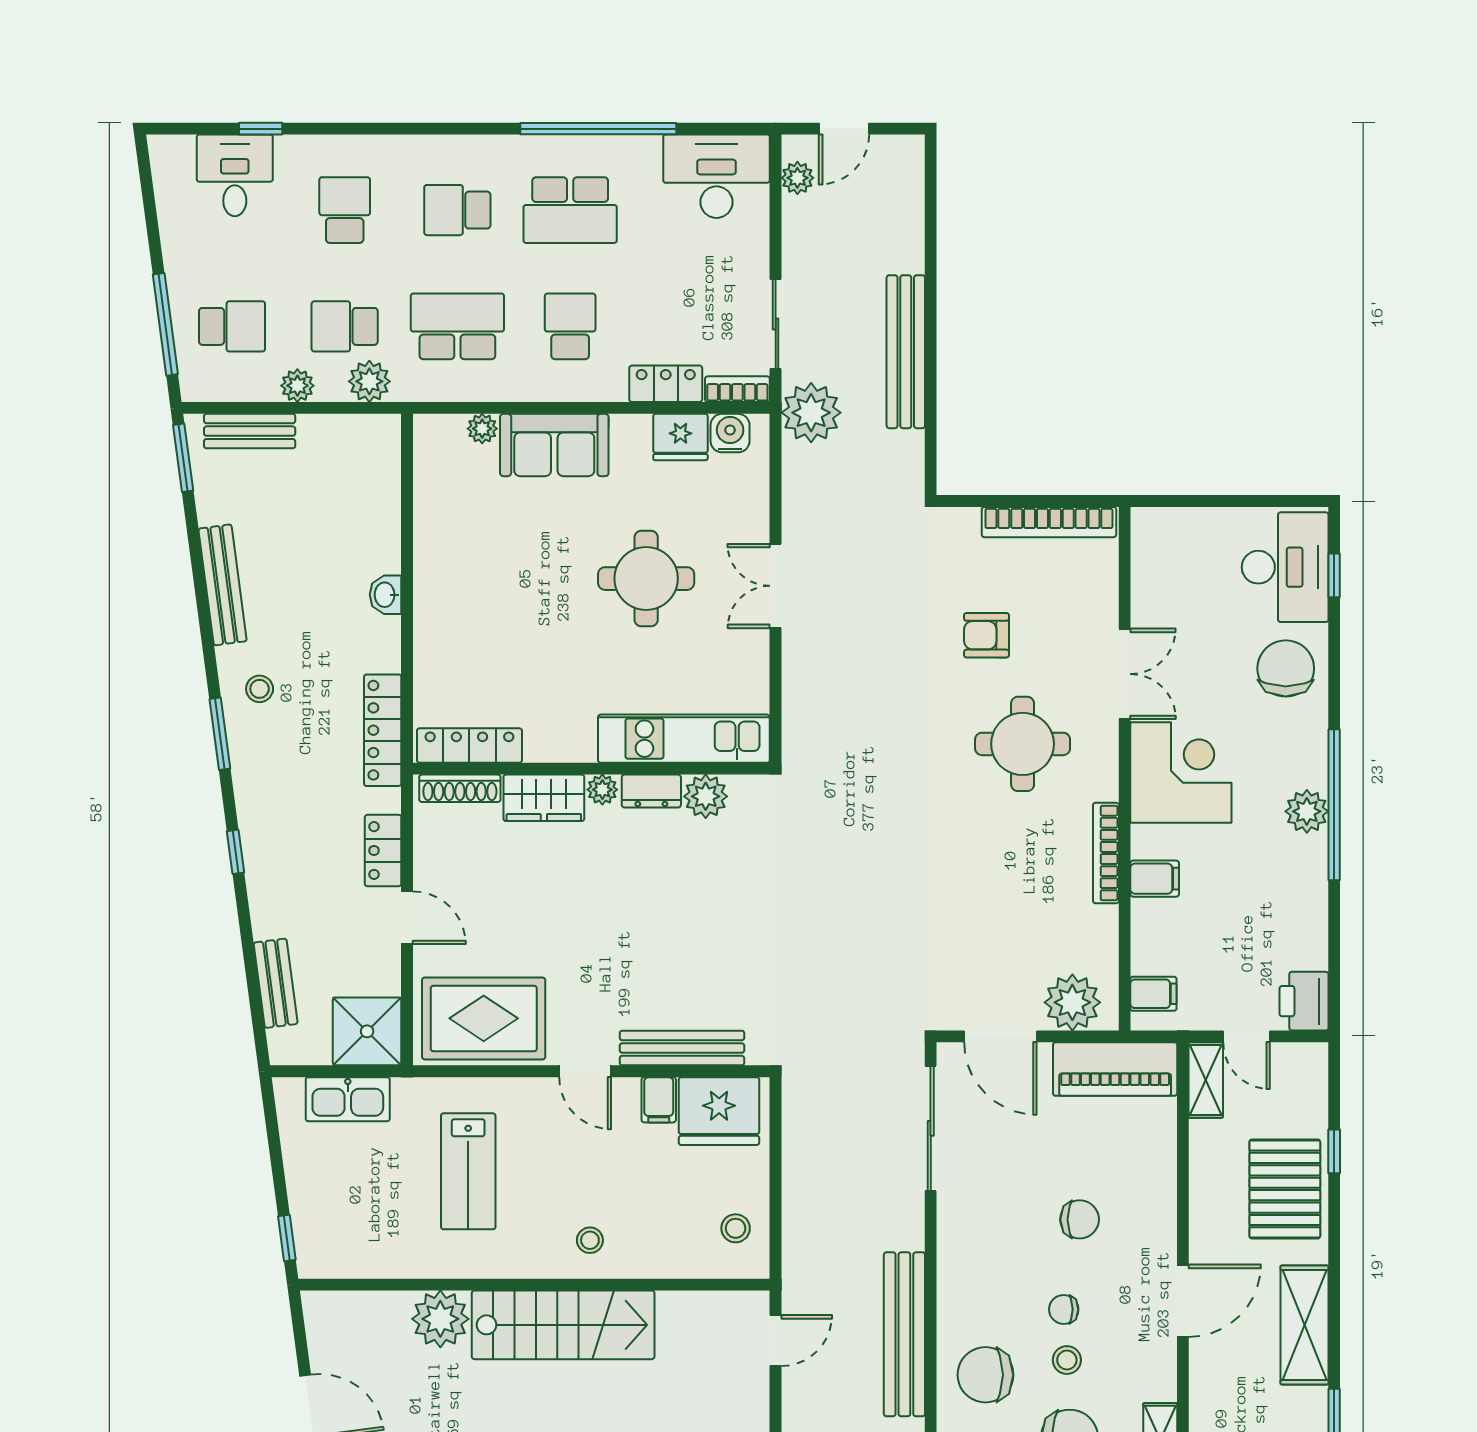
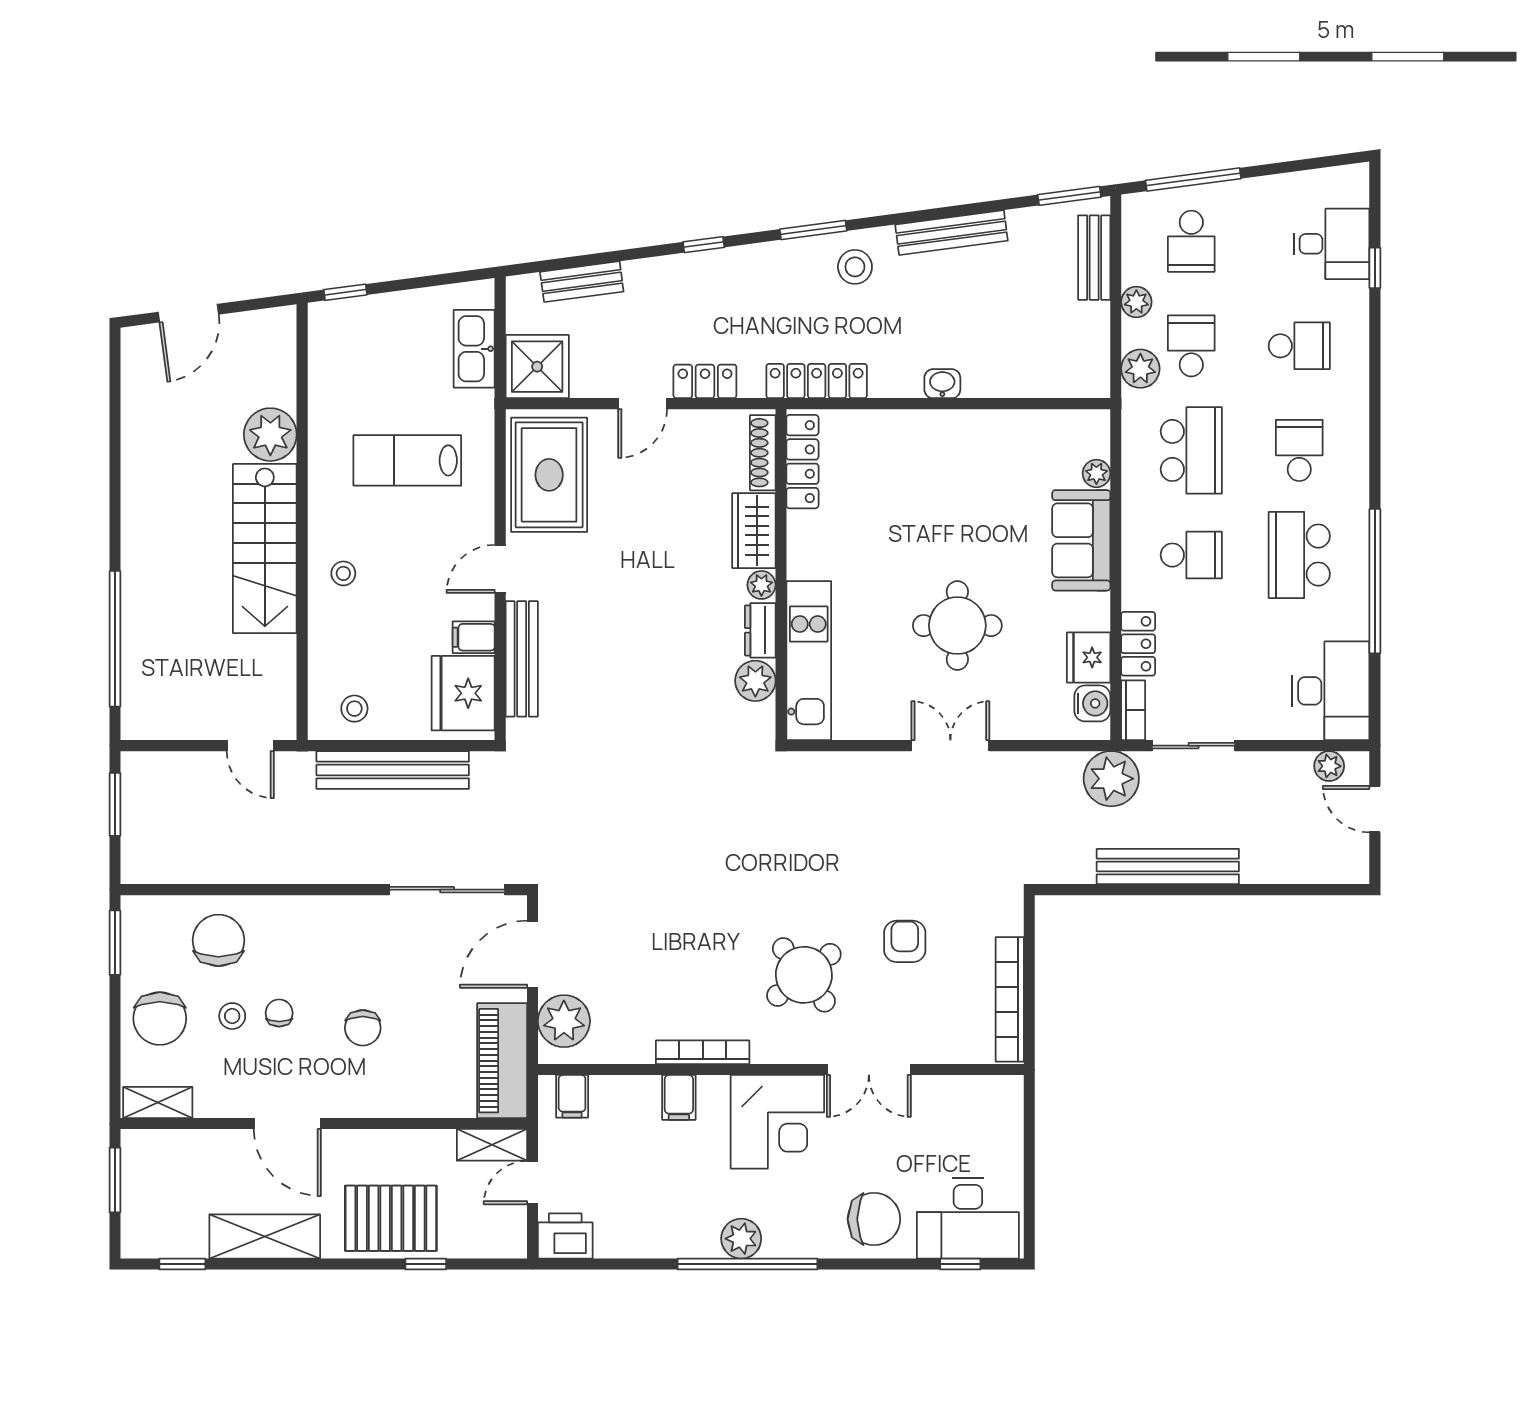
stool: (260, 689) -> (855, 267), width x1.37, depth x1.37
round table: (1023, 744) -> (804, 975), turned -38
bench: (904, 1334) -> (393, 770), moved

